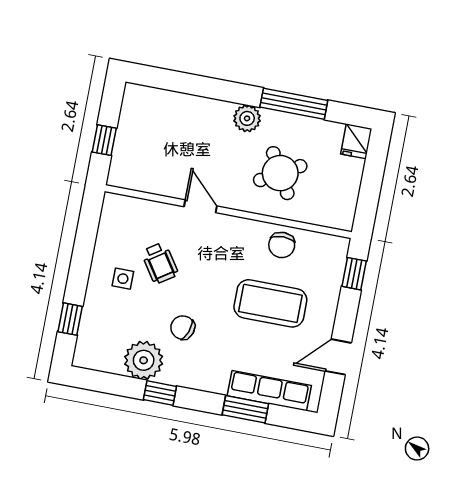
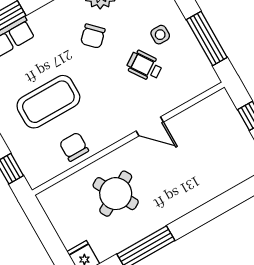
plant: (247, 118) -> (169, 211), removed
window: (85, 240) -> (207, 39), added
chair: (183, 328) -> (93, 36), turned 116

